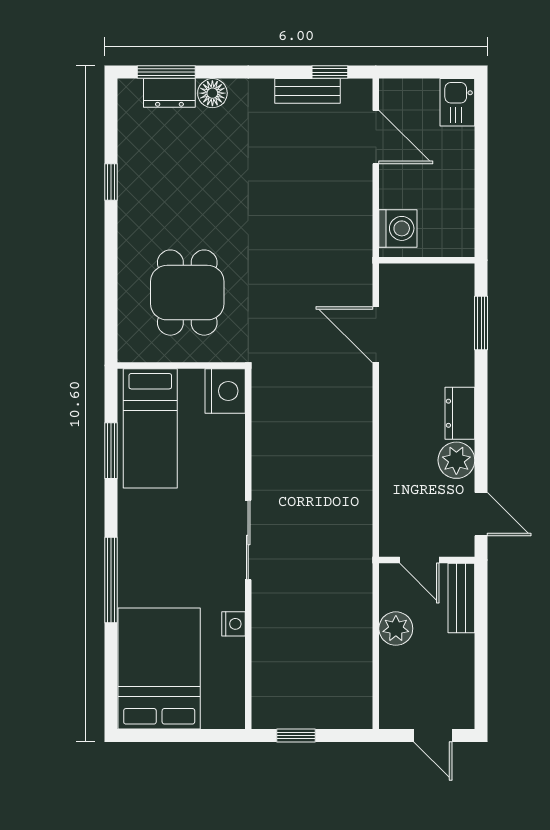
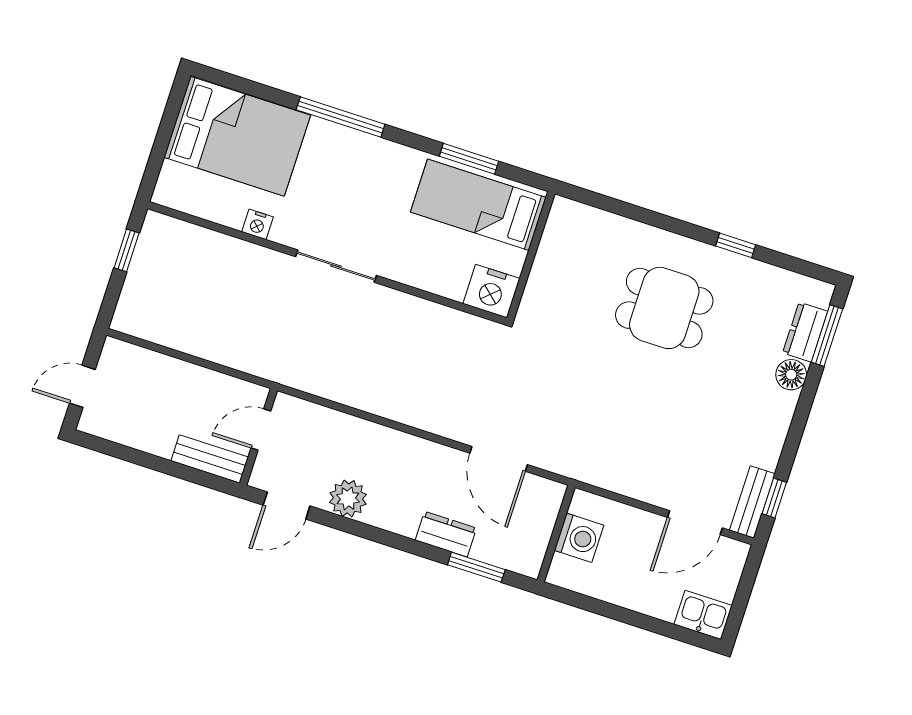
bench: (307, 91) -> (752, 502), moved
washing machine: (398, 228) -> (579, 538), moved, turned -90
dining table: (187, 293) -> (664, 308), moved
door: (376, 335) -> (499, 459), swing flipped
dresser: (460, 413) -> (446, 534), moved
plant: (396, 629) -> (200, 384), removed

